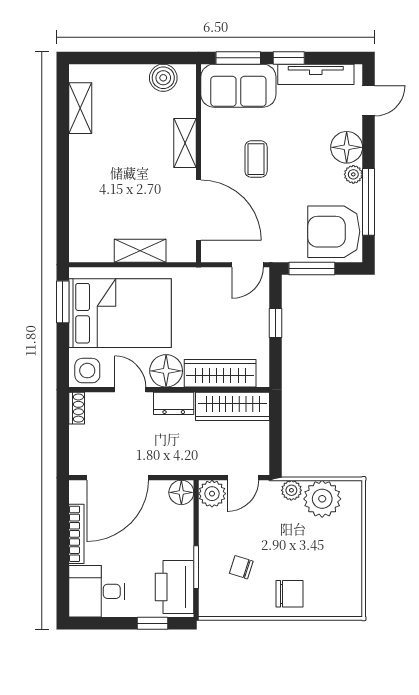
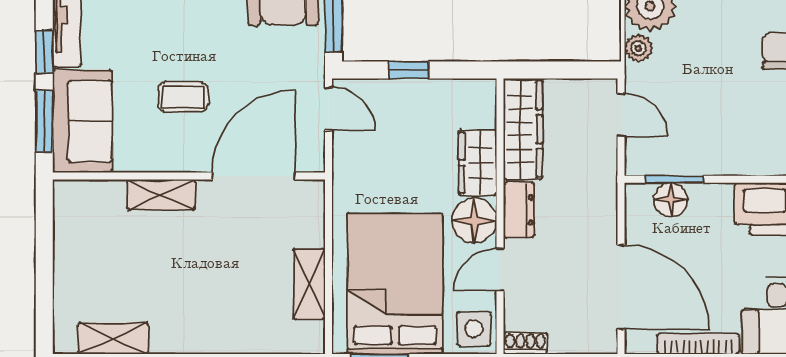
boiler: (163, 78) -> (72, 224), removed
shelving: (140, 251) -> (309, 284), moved
wardrobe: (220, 373) -> (478, 163), width x0.67
floor lamp: (181, 492) -> (671, 200), moved
plant: (212, 494) -> (643, 157), removed
window: (196, 567) -> (674, 179), moved
chair: (241, 567) -> (744, 117), removed

